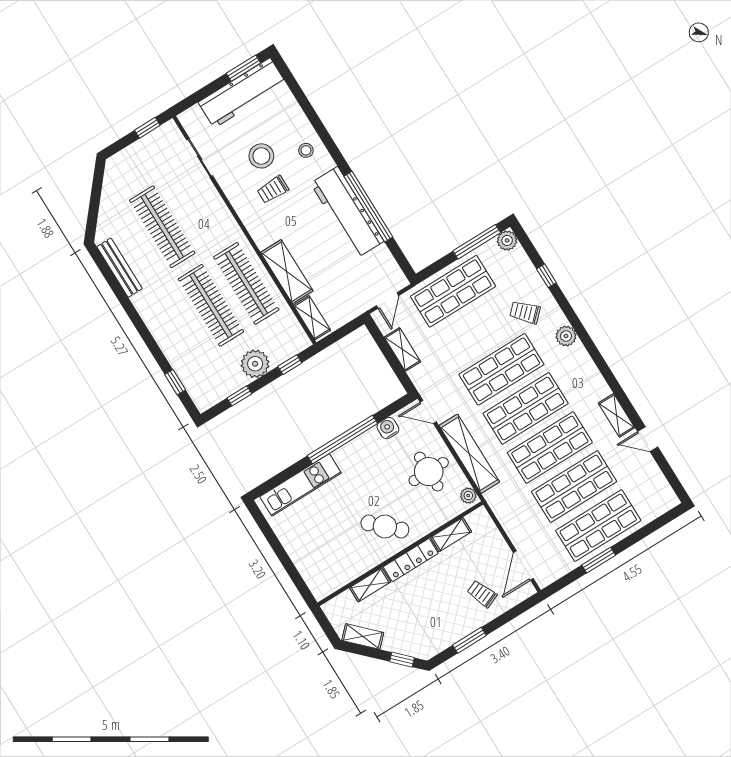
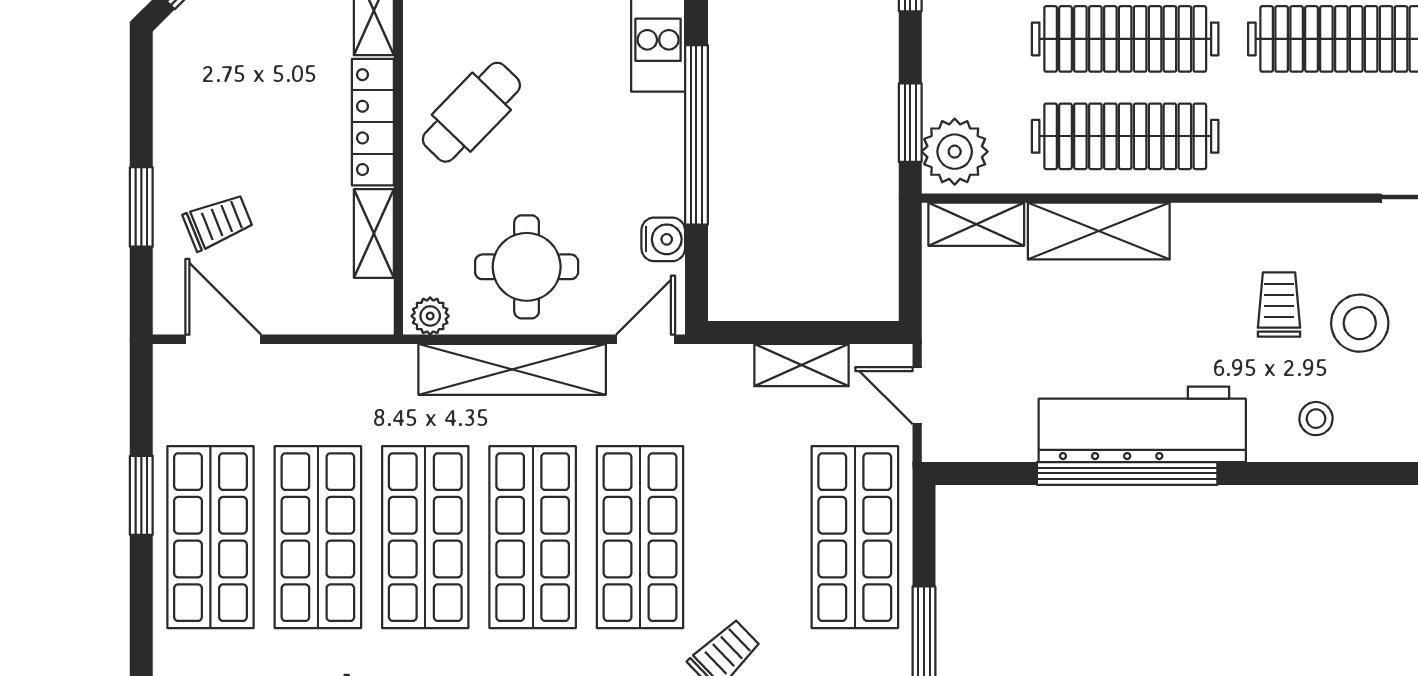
plant: (255, 364) -> (955, 152), moved
window: (290, 365) -> (910, 123), width x1.50
window: (469, 640) -> (141, 207), moved

